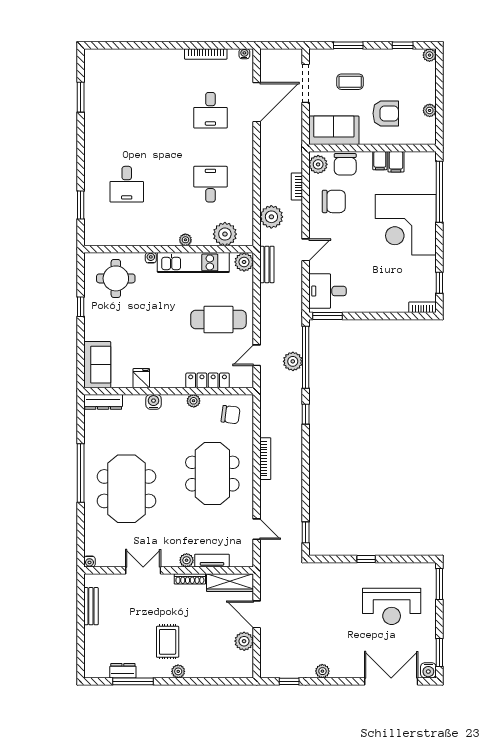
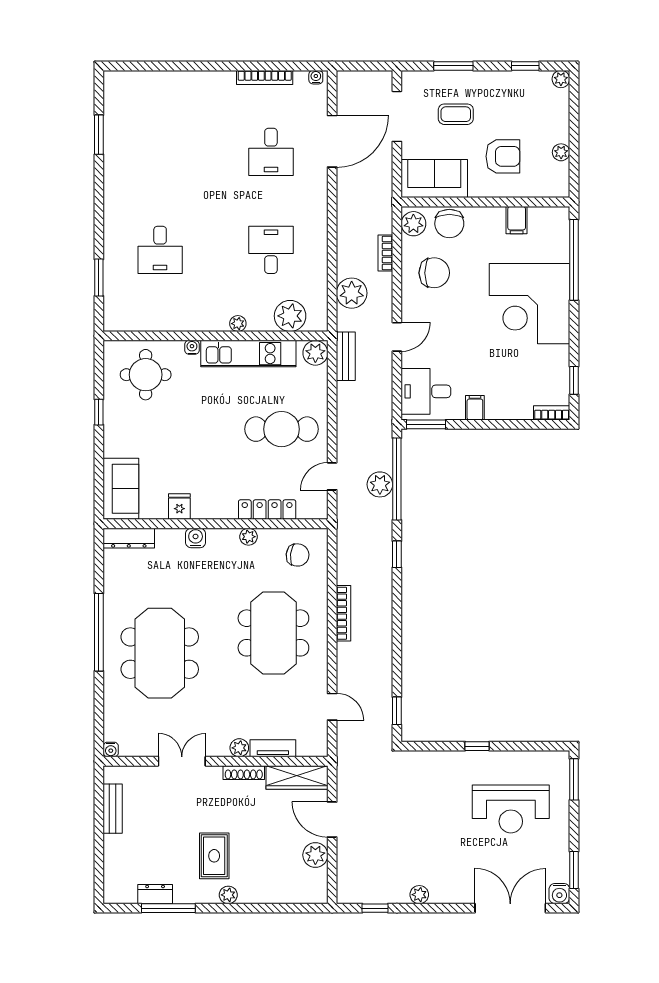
filing cabinet: (380, 161) -> (475, 408), moved, turned 180

